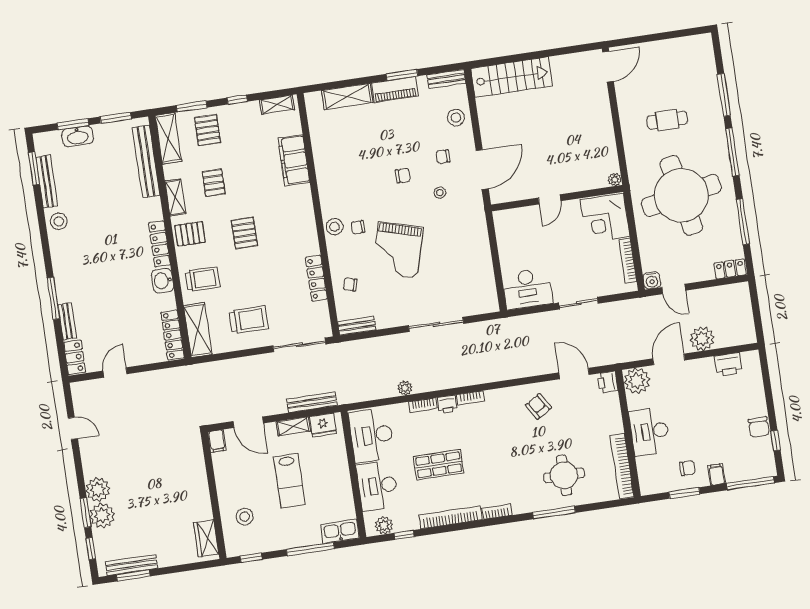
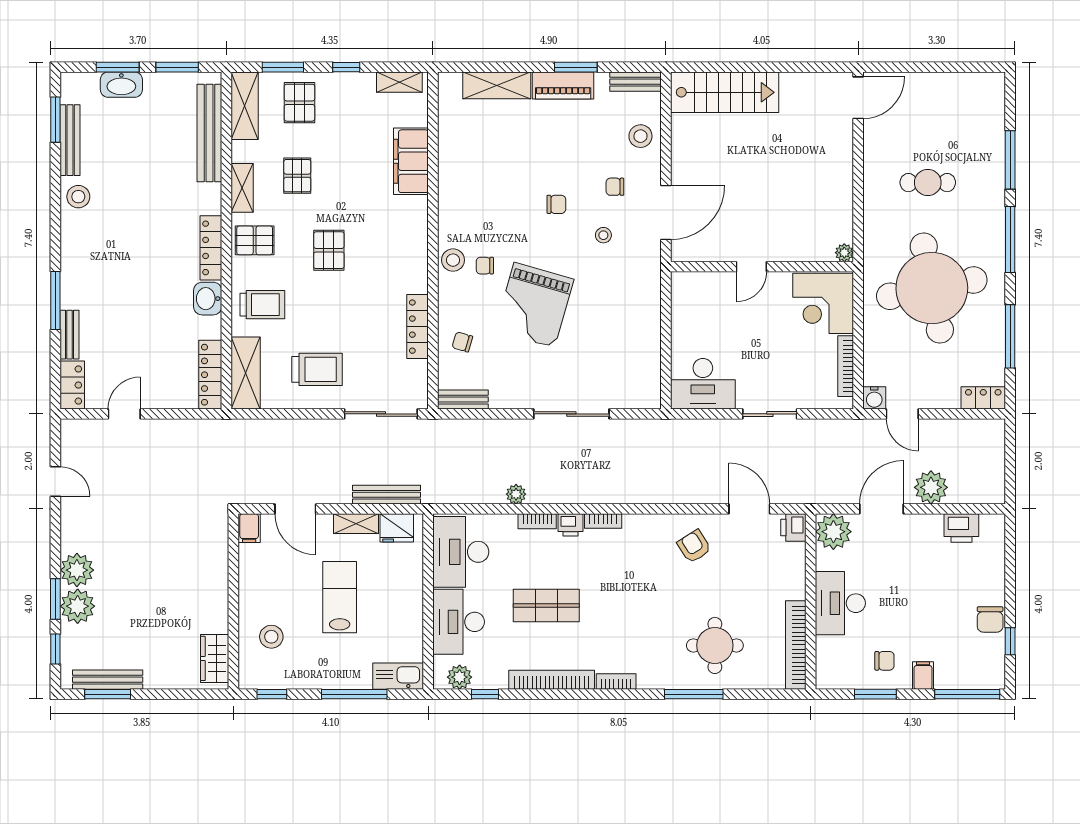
lab bench: (289, 481) -> (340, 597), turned 180

